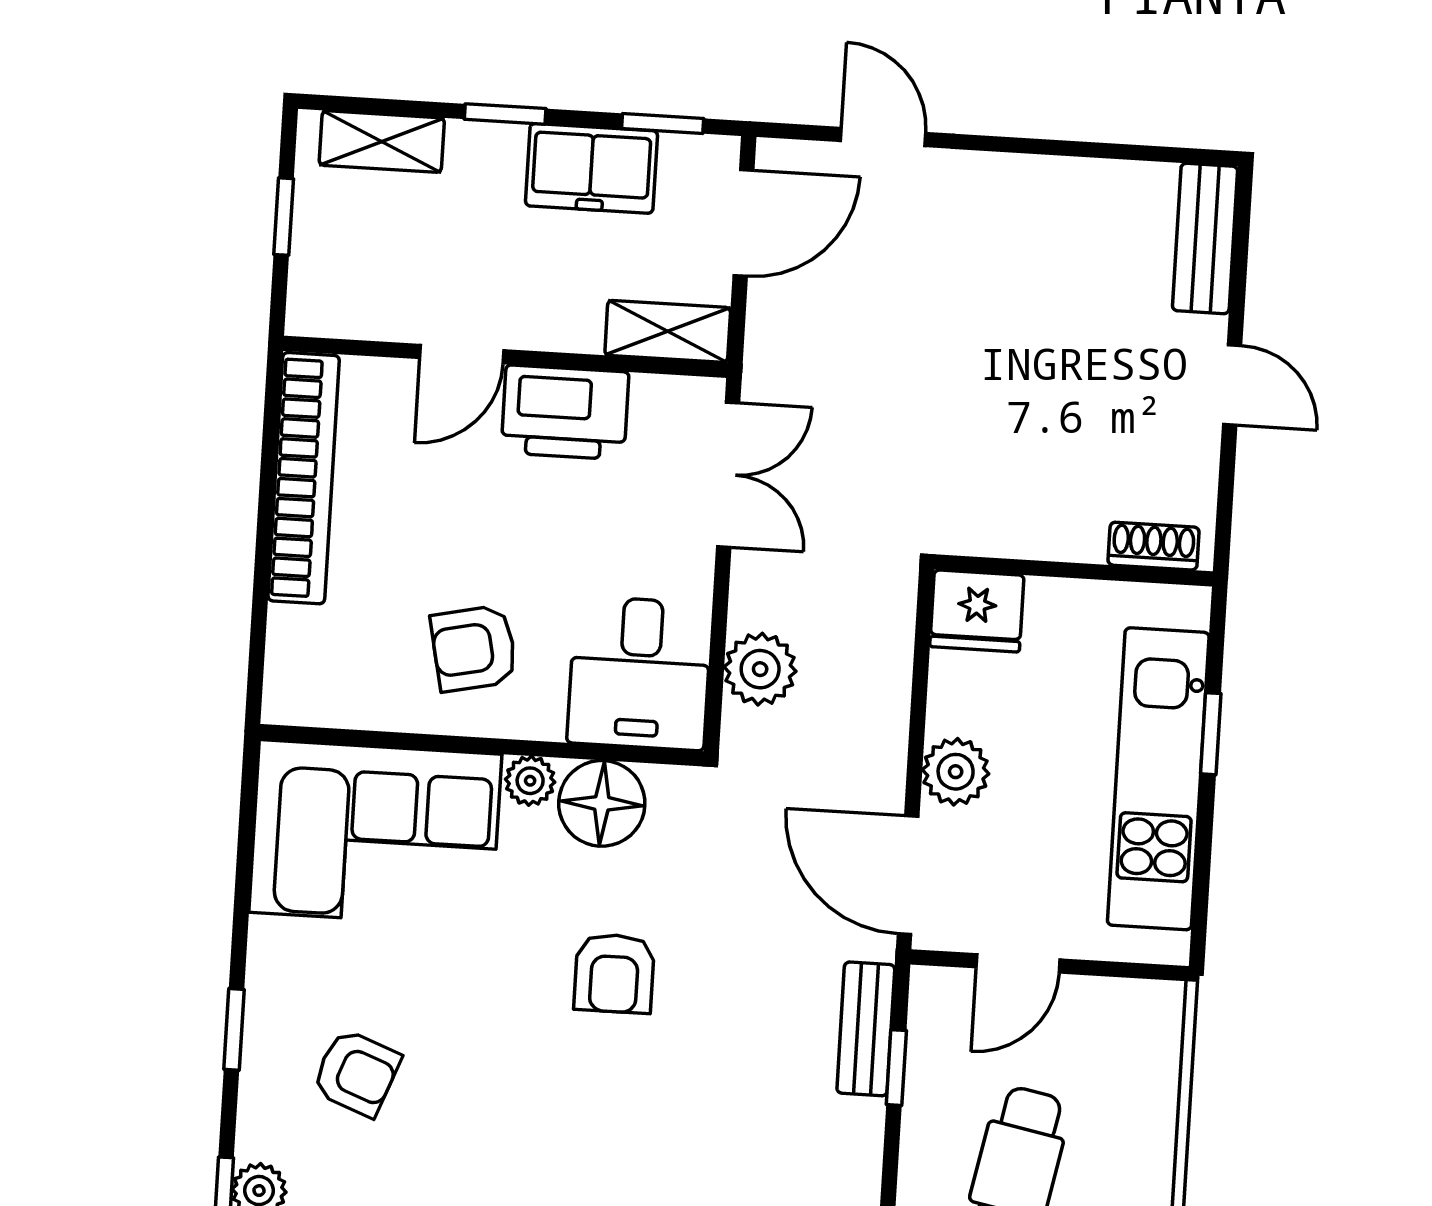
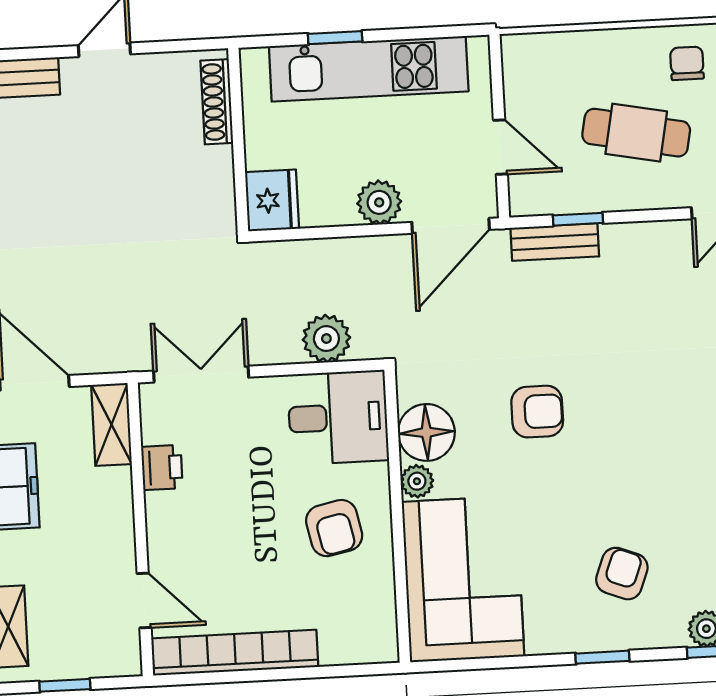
door: (462, 354) -> (144, 600), moved
printer: (565, 412) -> (162, 467), width x0.53, depth x0.68
shoe rack: (1154, 546) -> (217, 102), width x1.43

